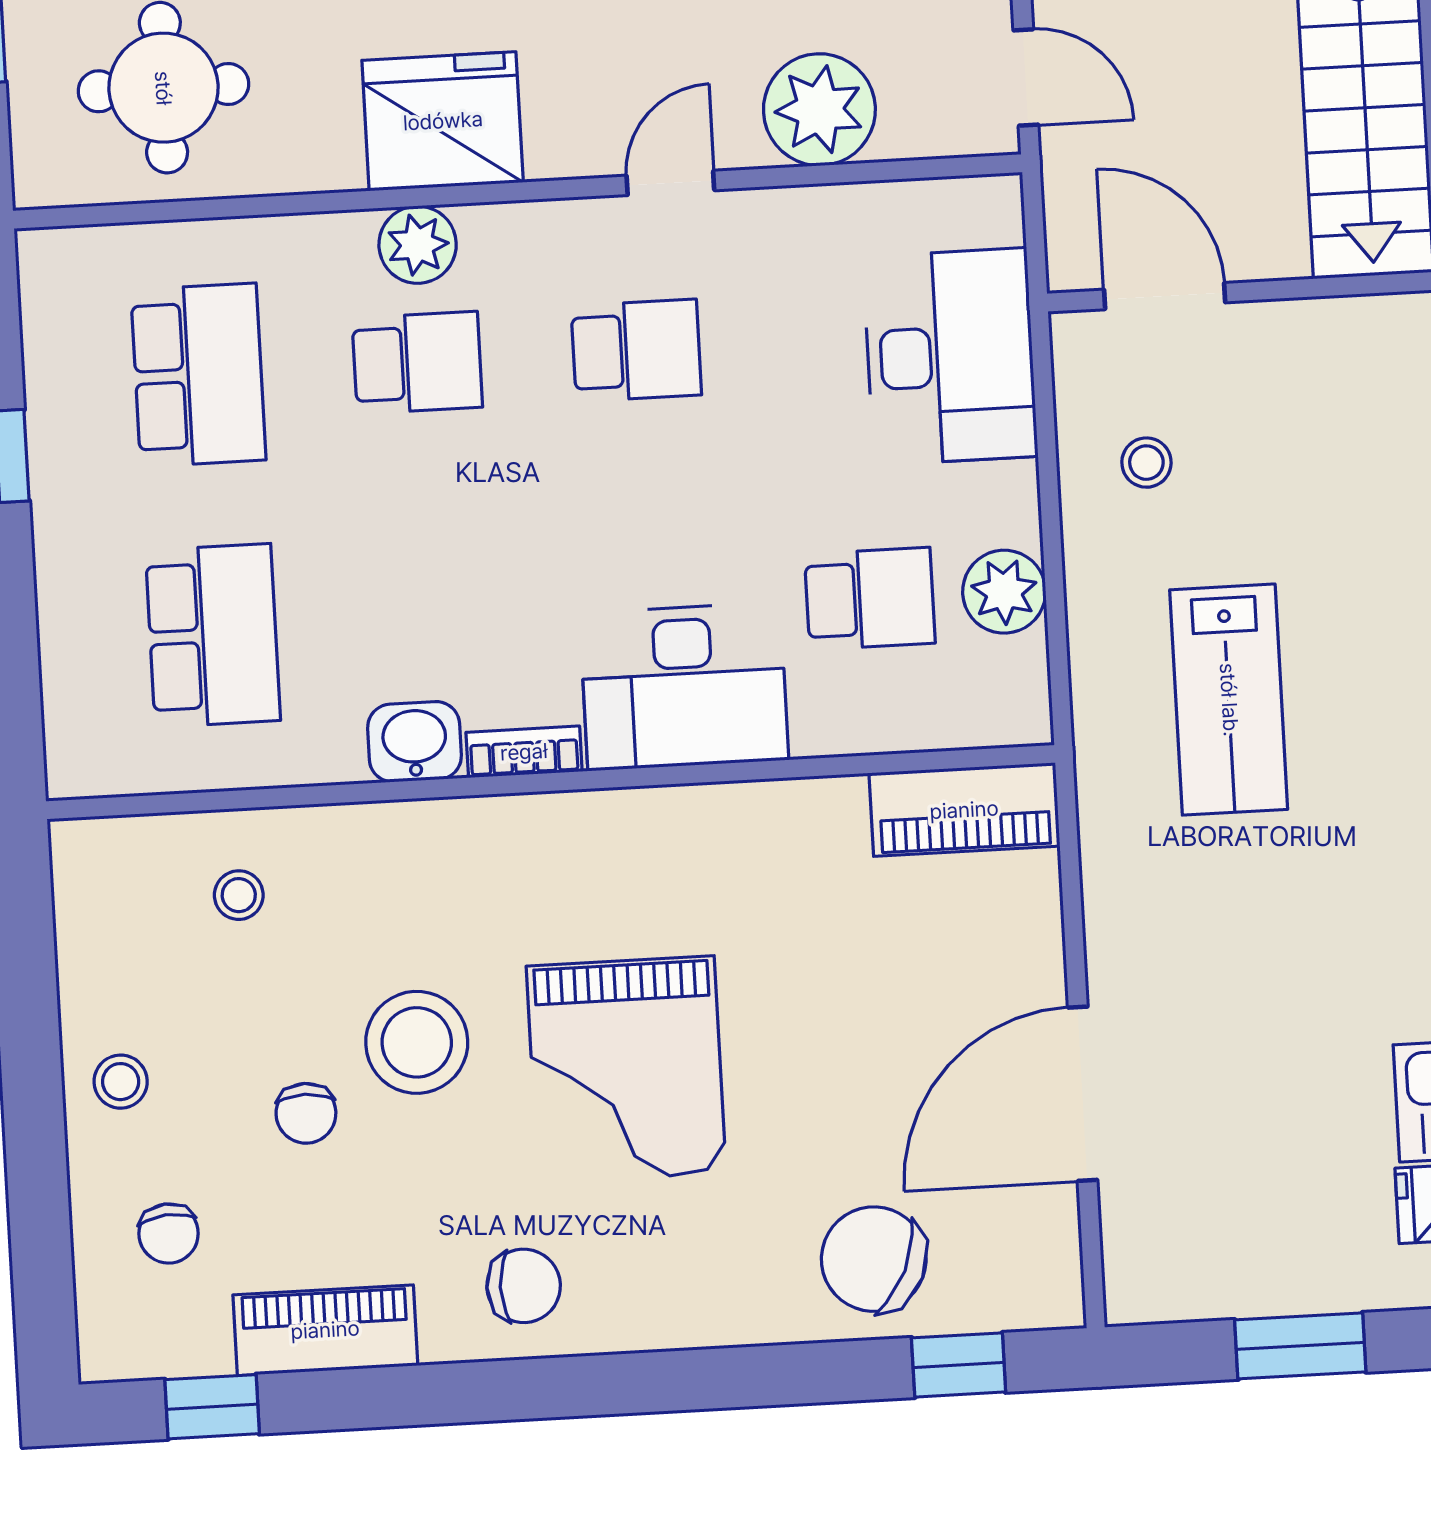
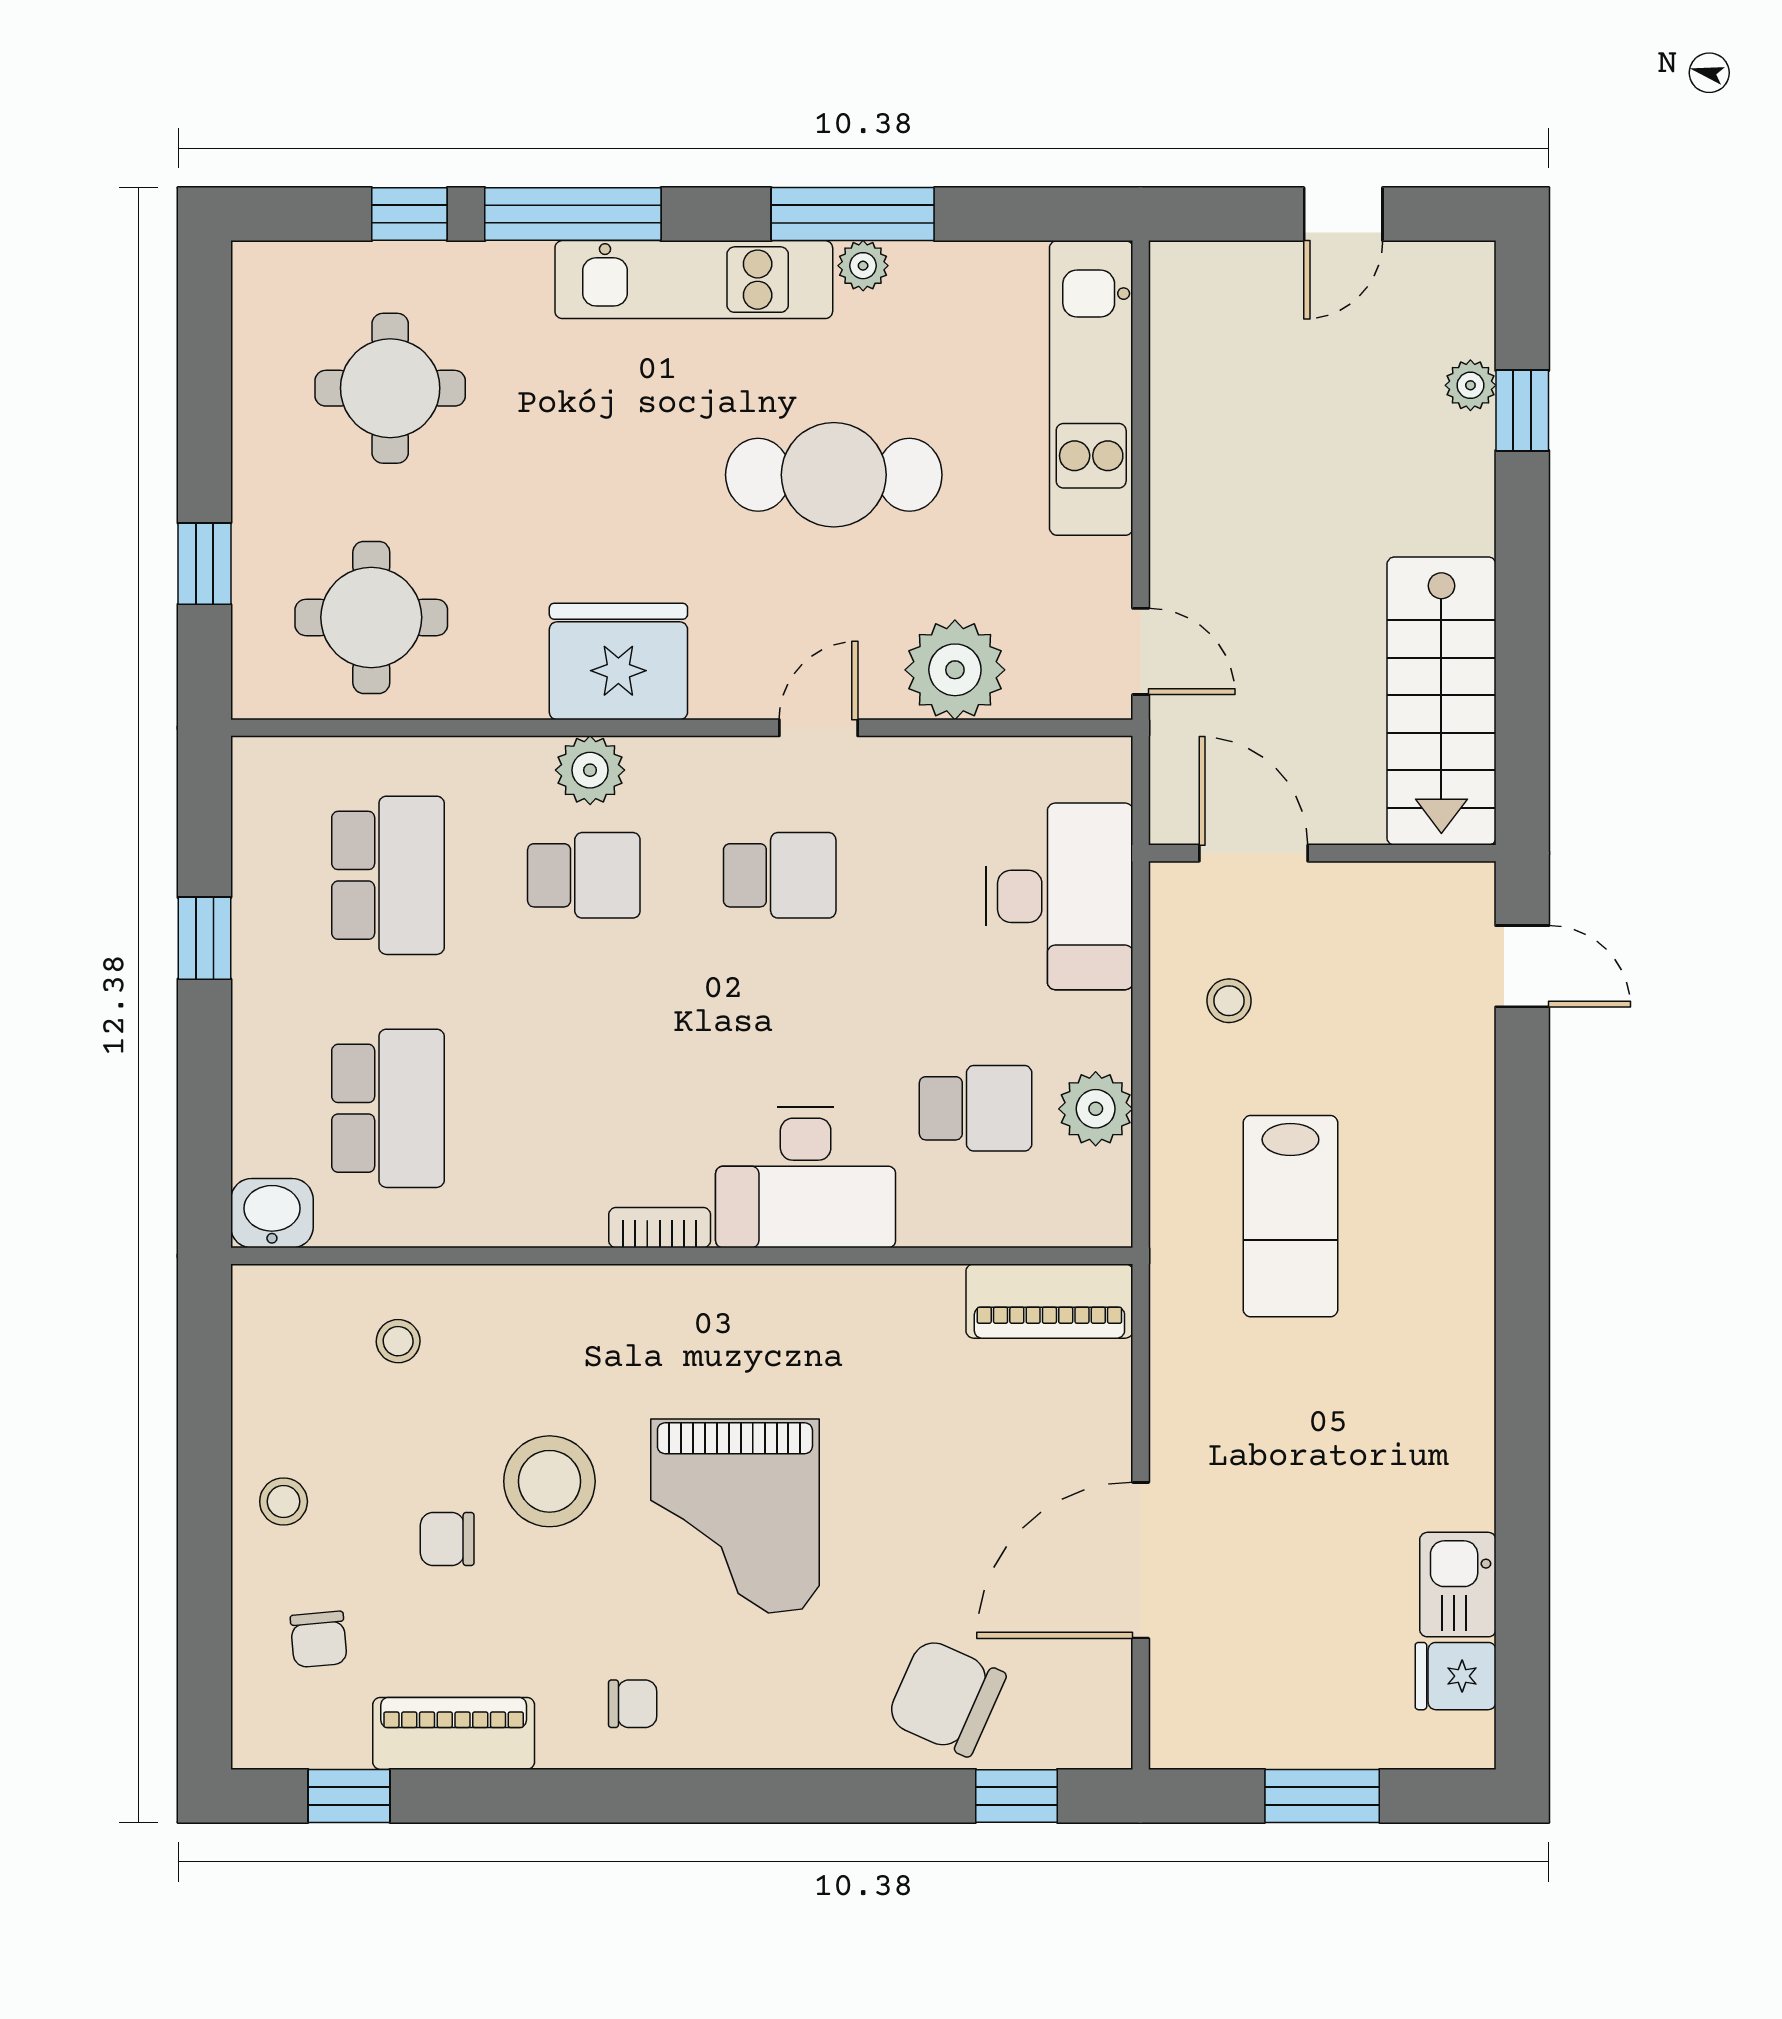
washbasin: (415, 742) -> (272, 1213), moved
chair: (306, 1113) -> (447, 1539), turned 90
chair: (524, 1286) -> (633, 1704), width x0.73, depth x0.73

